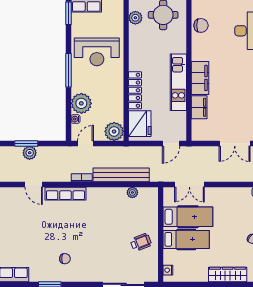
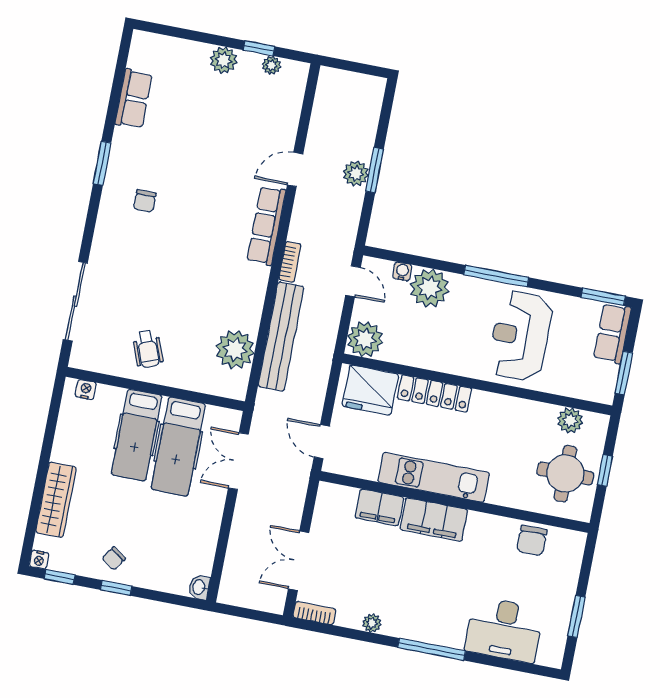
plant: (132, 192) -> (235, 350), width x1.88, depth x1.88

